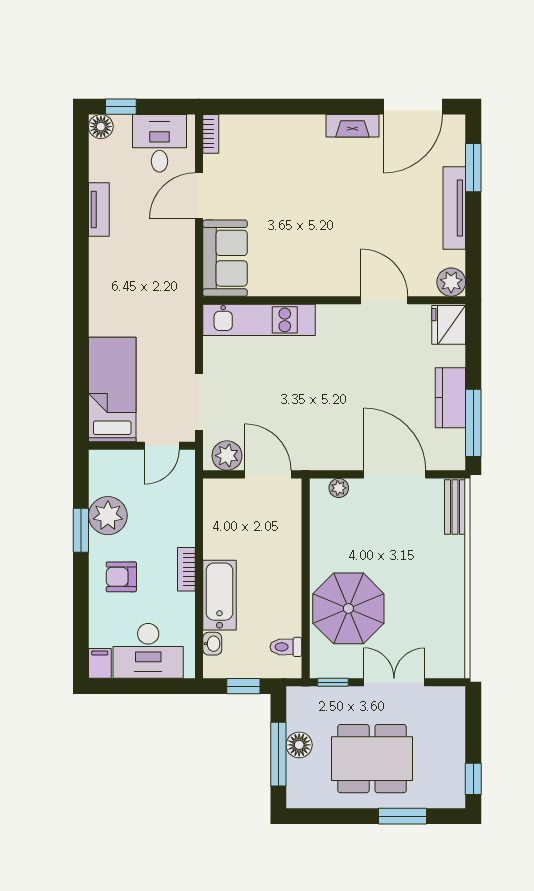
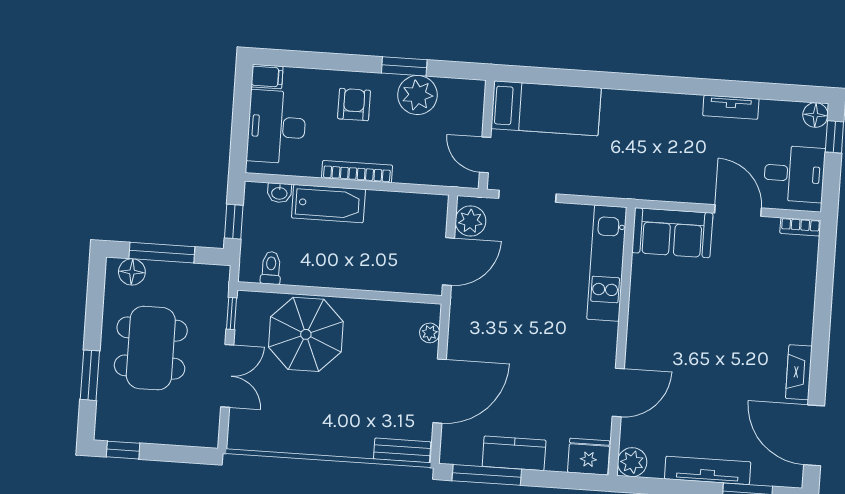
bookcase: (186, 569) -> (357, 172), width x1.56
floor lamp: (299, 745) -> (132, 272), moved

